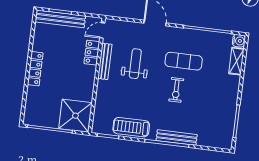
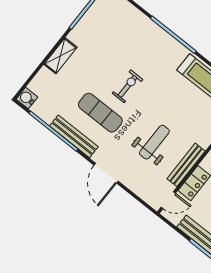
shelving: (236, 61) -> (60, 56), moved
weight bench: (135, 64) -> (154, 142), turned 180
bench: (177, 138) -> (74, 136), moved

